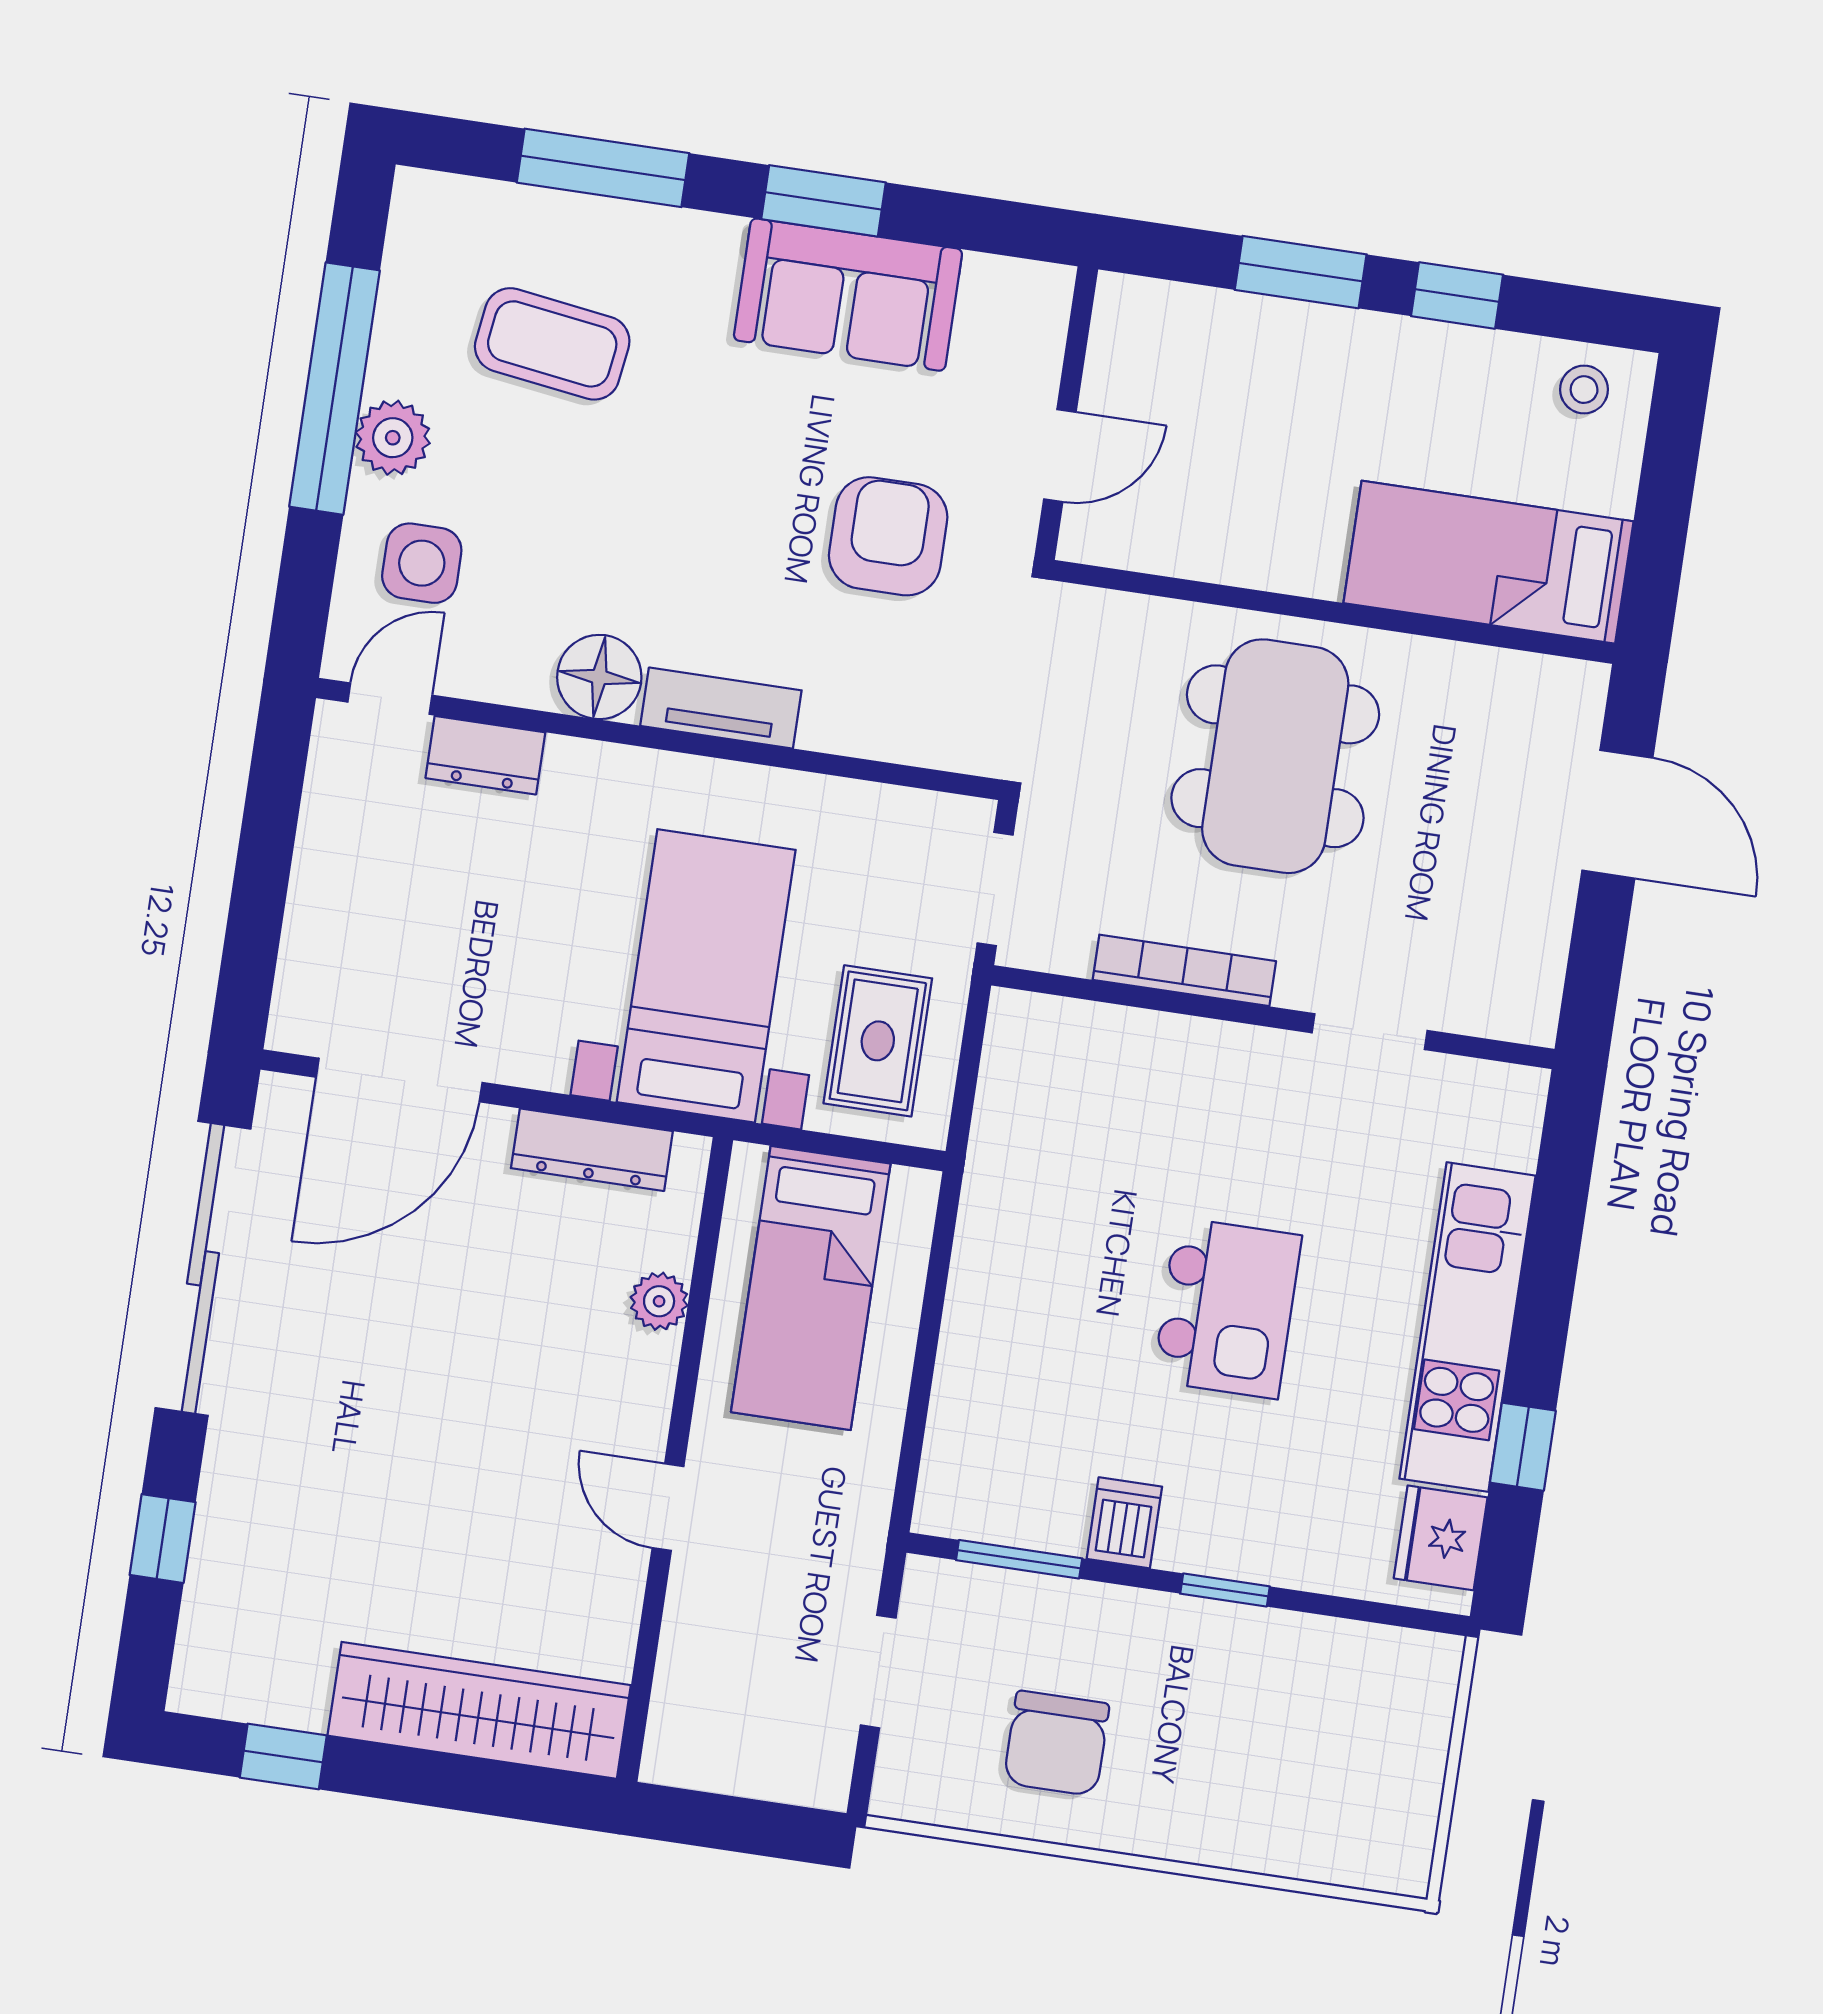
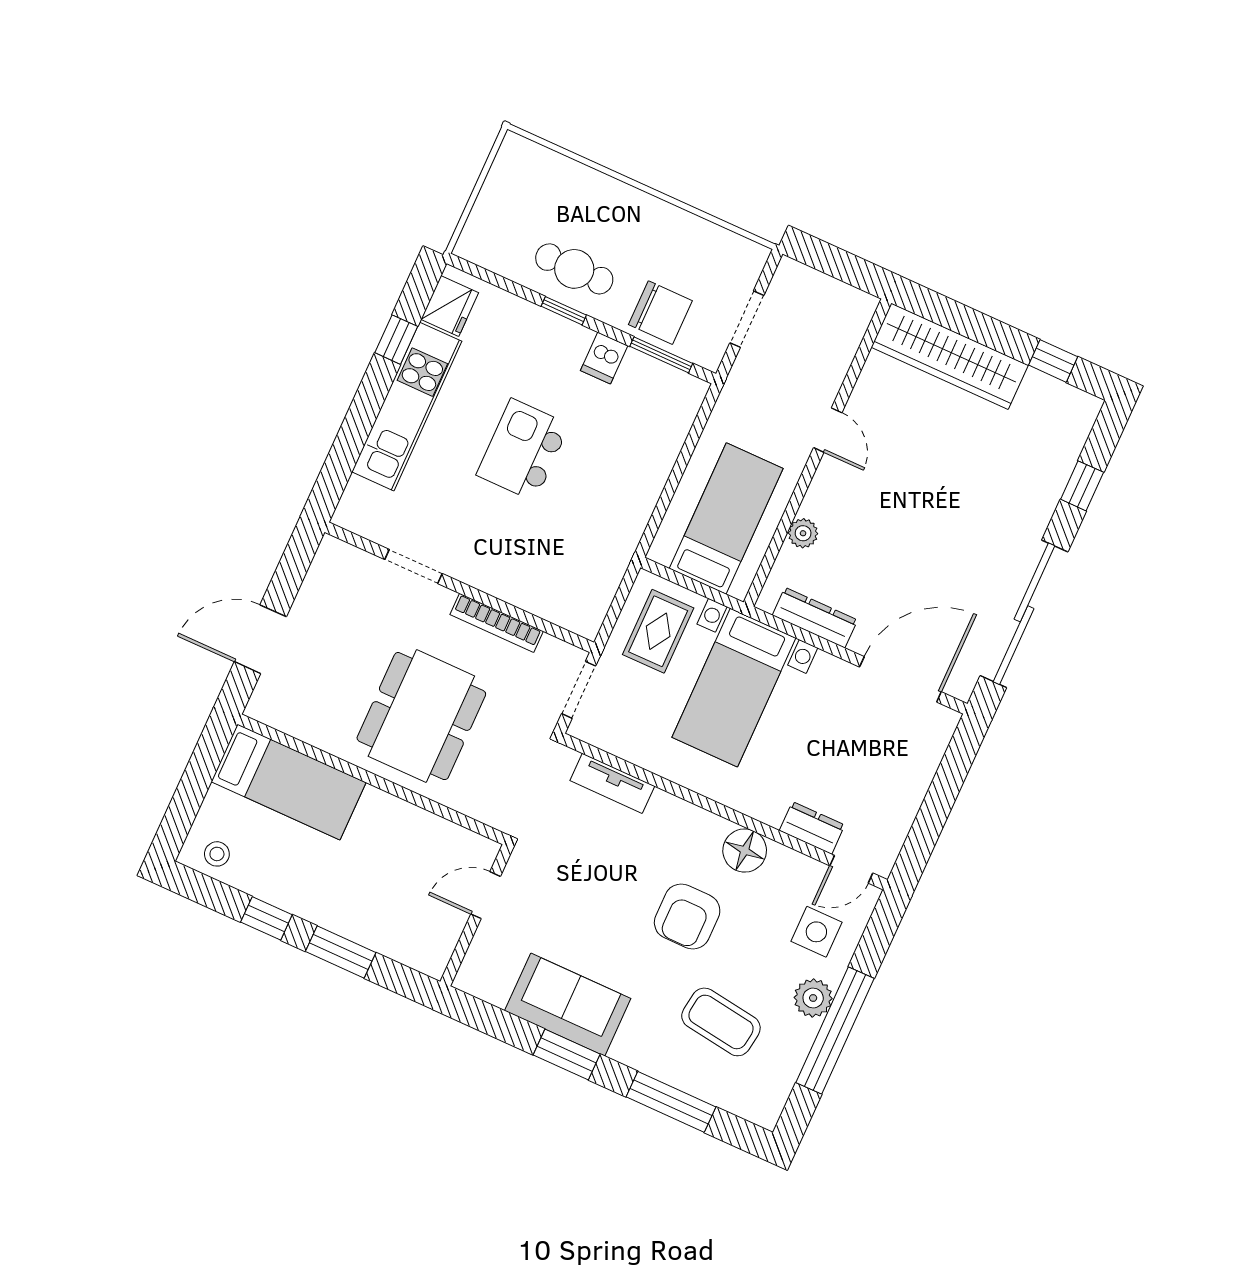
armchair: (888, 536) -> (687, 916), moved
tv unit: (721, 708) -> (612, 783), moved
door: (1617, 814) -> (260, 639), hinge flipped
cafe table: (1228, 1674) -> (574, 269), added
chair: (1056, 1743) -> (660, 313), moved, turned 90

